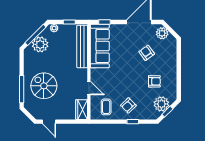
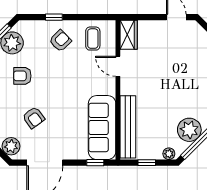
spiral stairs: (44, 86) -> (184, 69), removed

